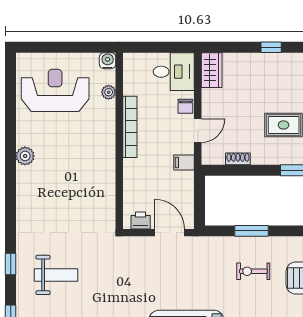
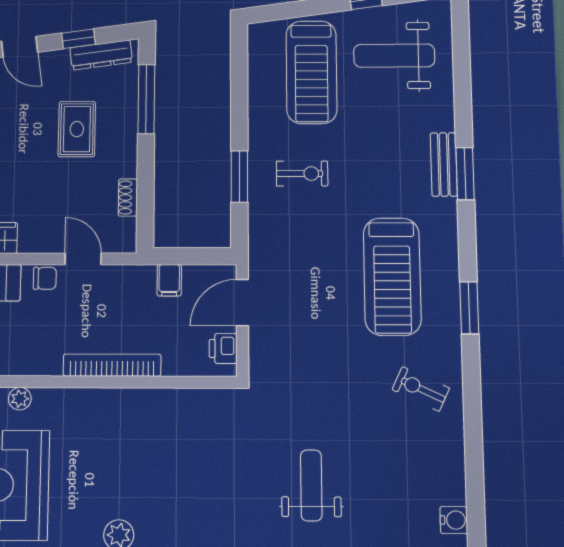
bookcase: (130, 127) -> (112, 365), moved
filing cabinet: (184, 162) -> (169, 280), moved
exercise bike: (253, 271) -> (302, 174), turned -90

